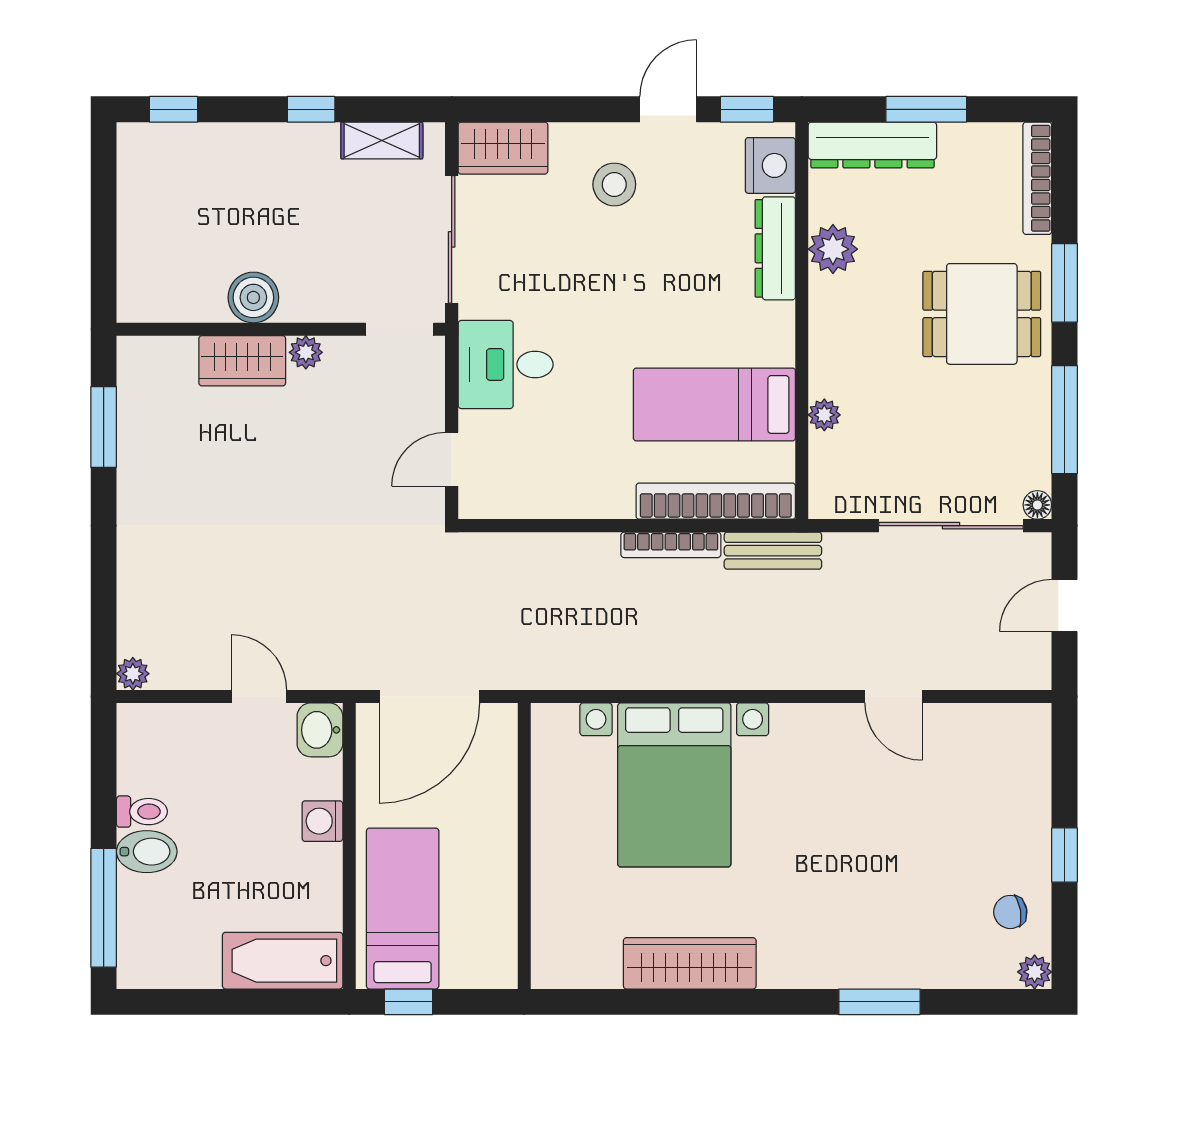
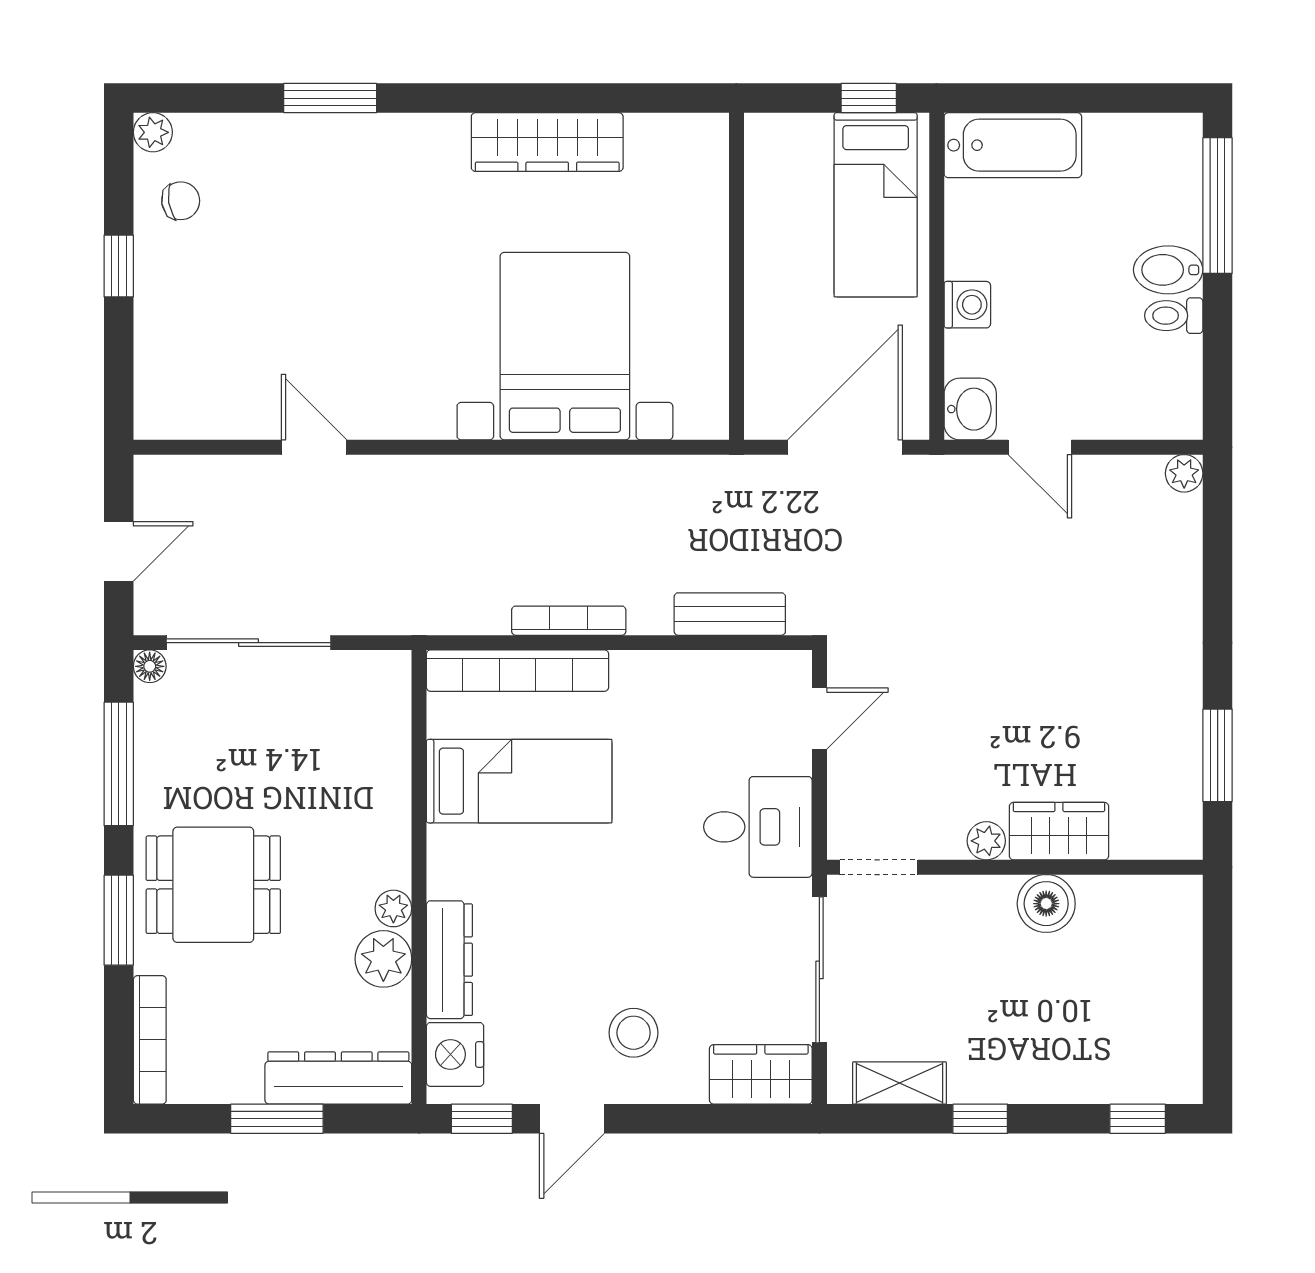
plant: (824, 415) -> (393, 908), moved
bench: (773, 551) -> (730, 614), moved

